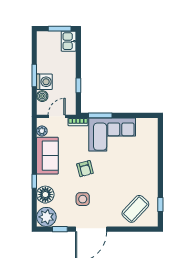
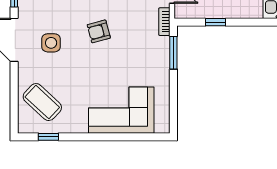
corner sofa: (112, 134) -> (121, 110), moved, turned 90
side table: (83, 199) -> (51, 43), moved

